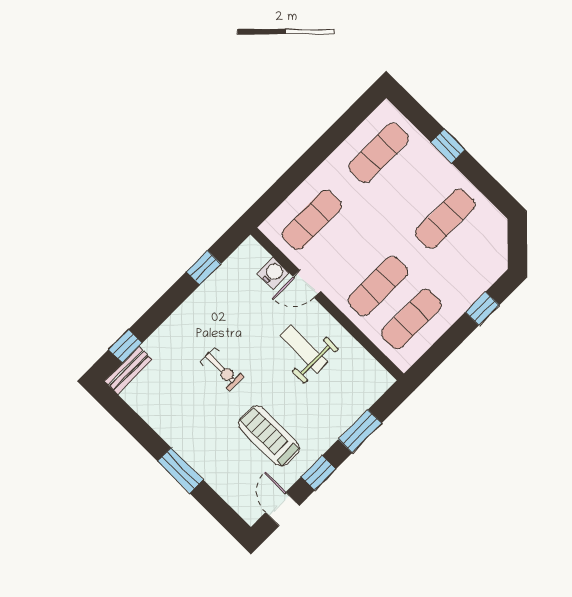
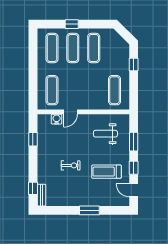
exercise mat: (378, 286) -> (73, 48), moved
weight bench: (304, 349) -> (105, 134), moved

